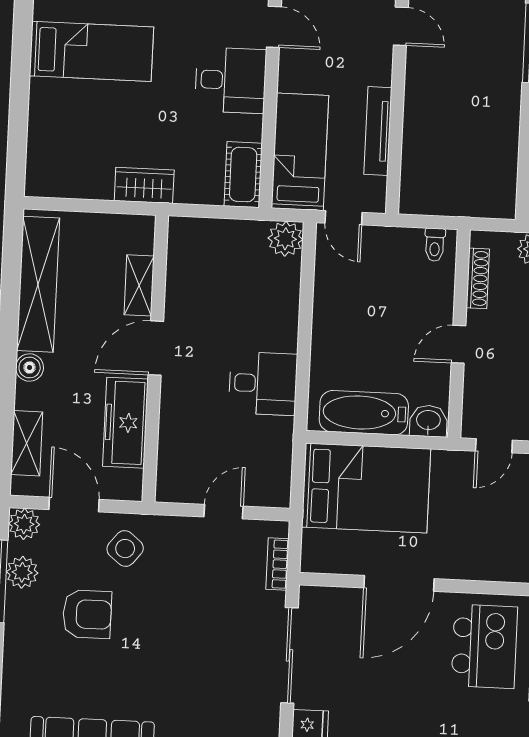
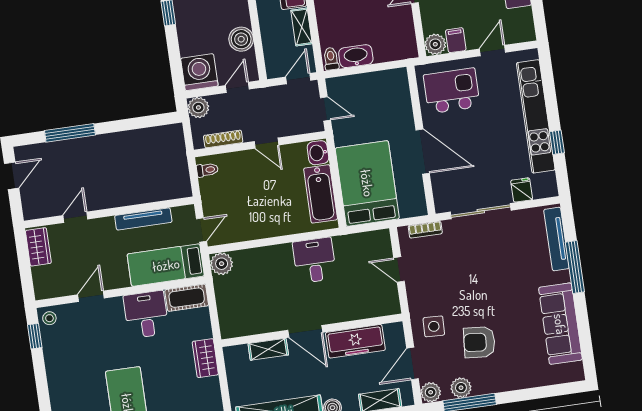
desk: (230, 80) -> (146, 315), moved
side table: (125, 549) -> (434, 326), turned -37
armchair: (87, 614) -> (479, 342), turned -85

